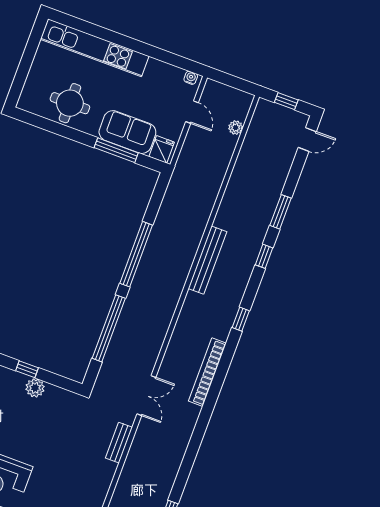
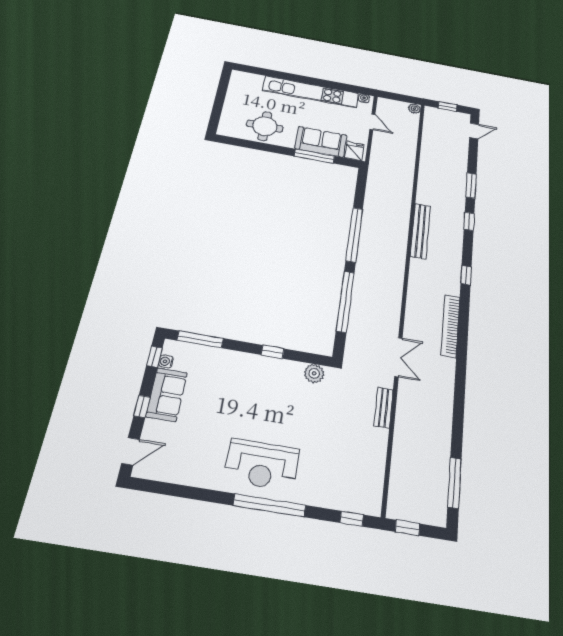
kitchen unit: (95, 48) -> (311, 92), moved
plant: (236, 128) -> (414, 109), moved
plant: (35, 388) -> (314, 373), moved

